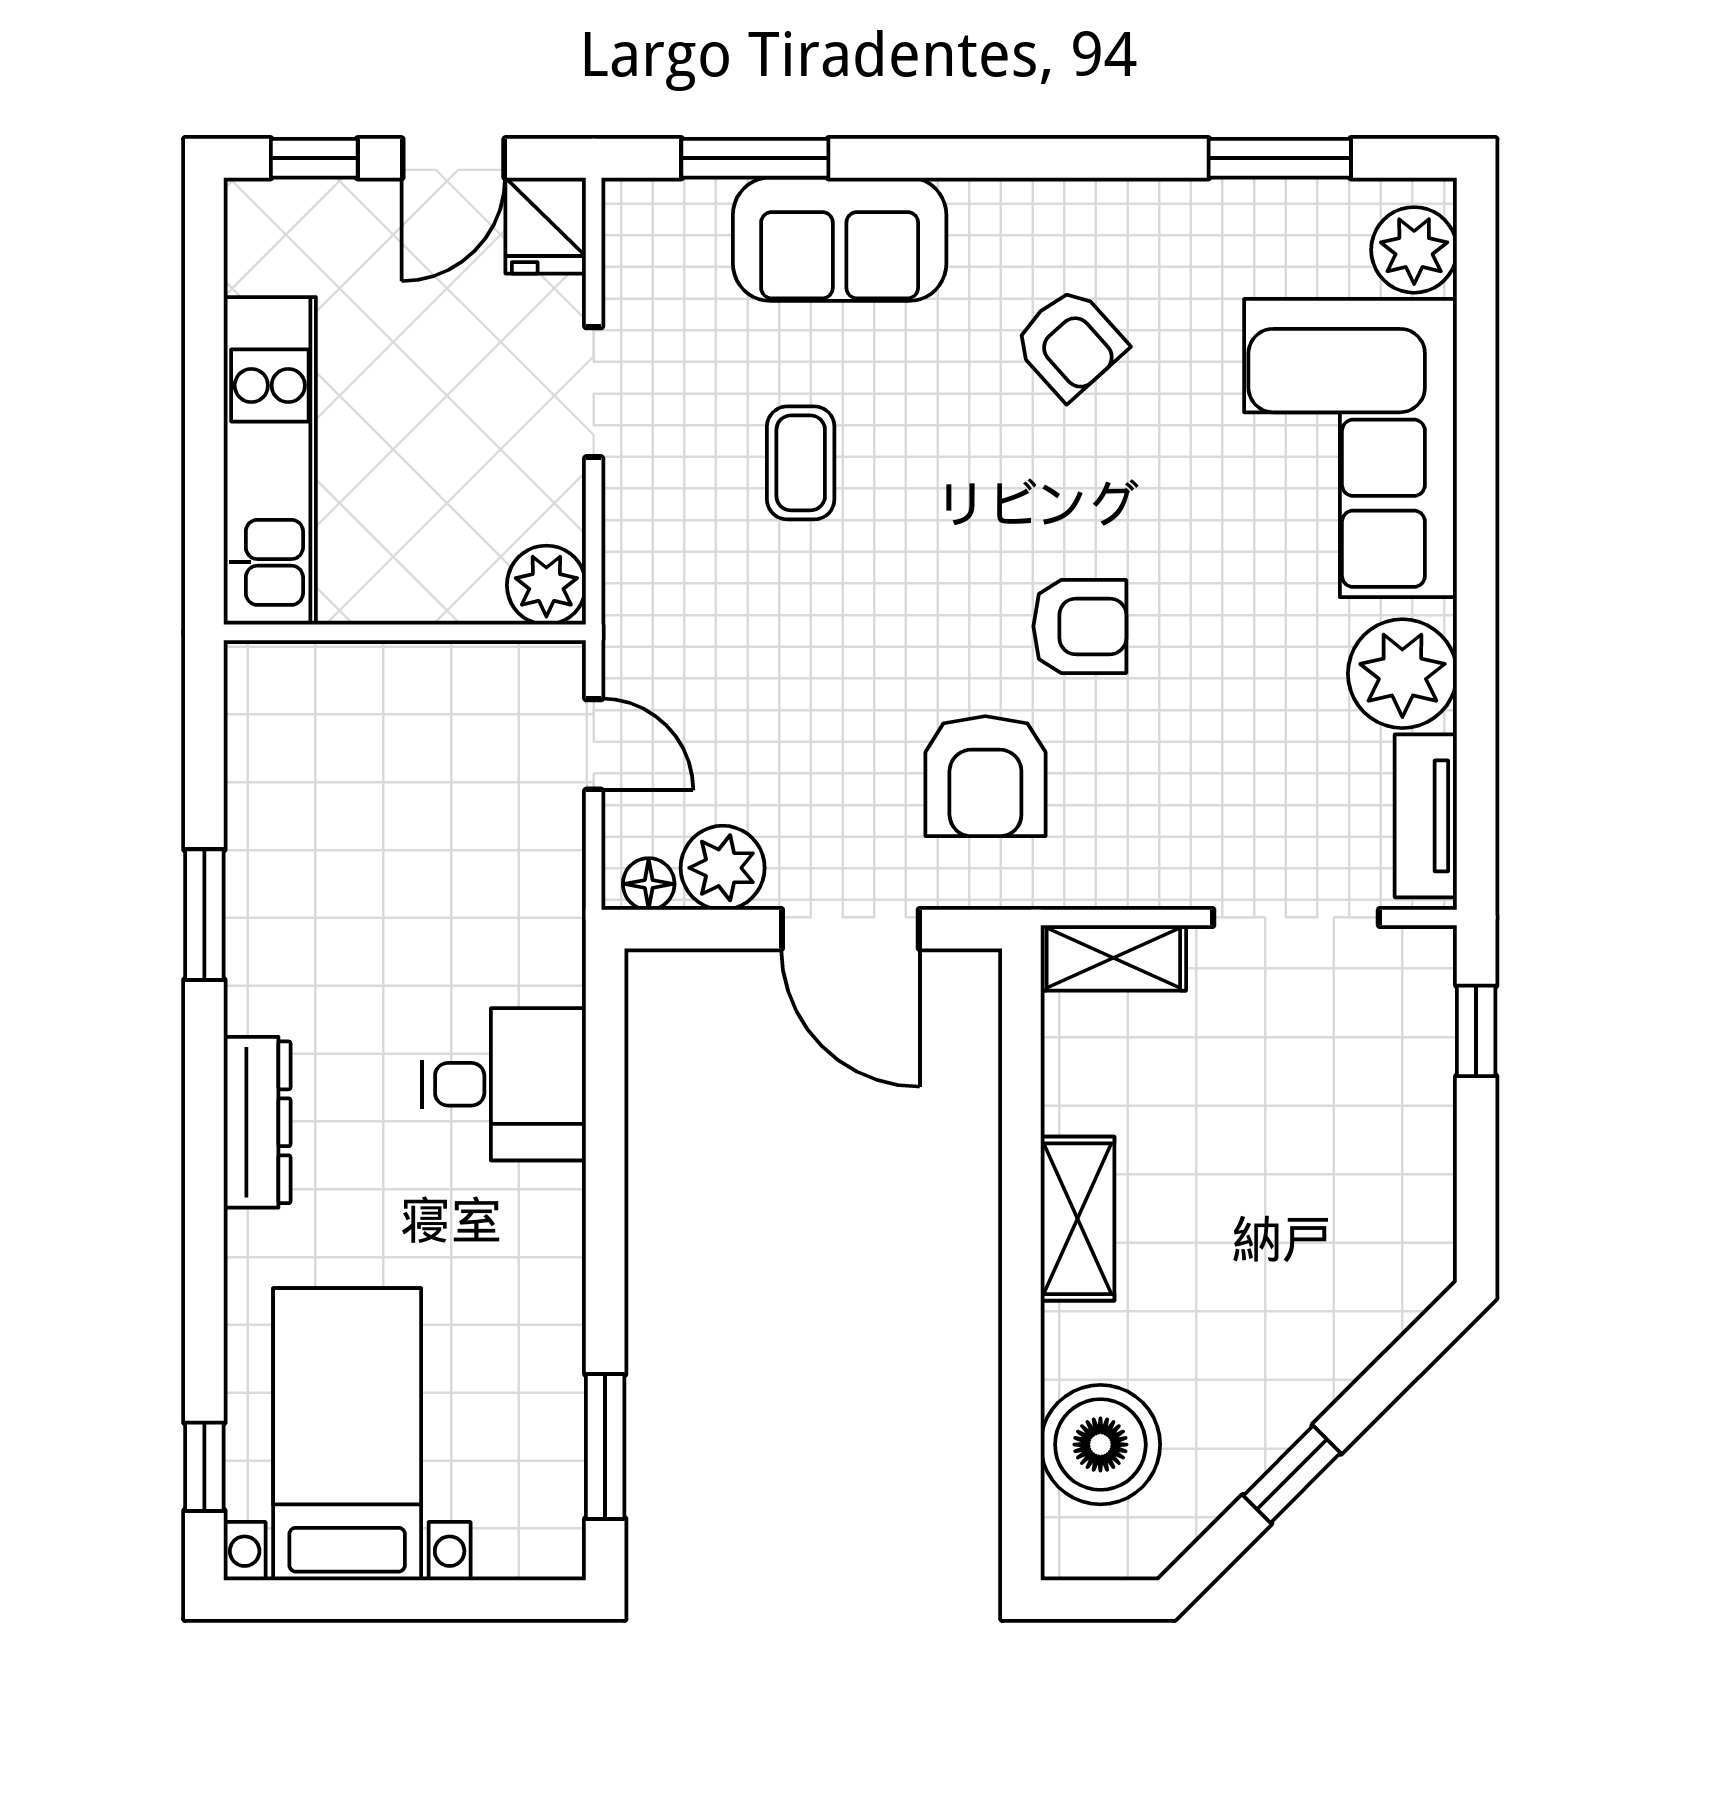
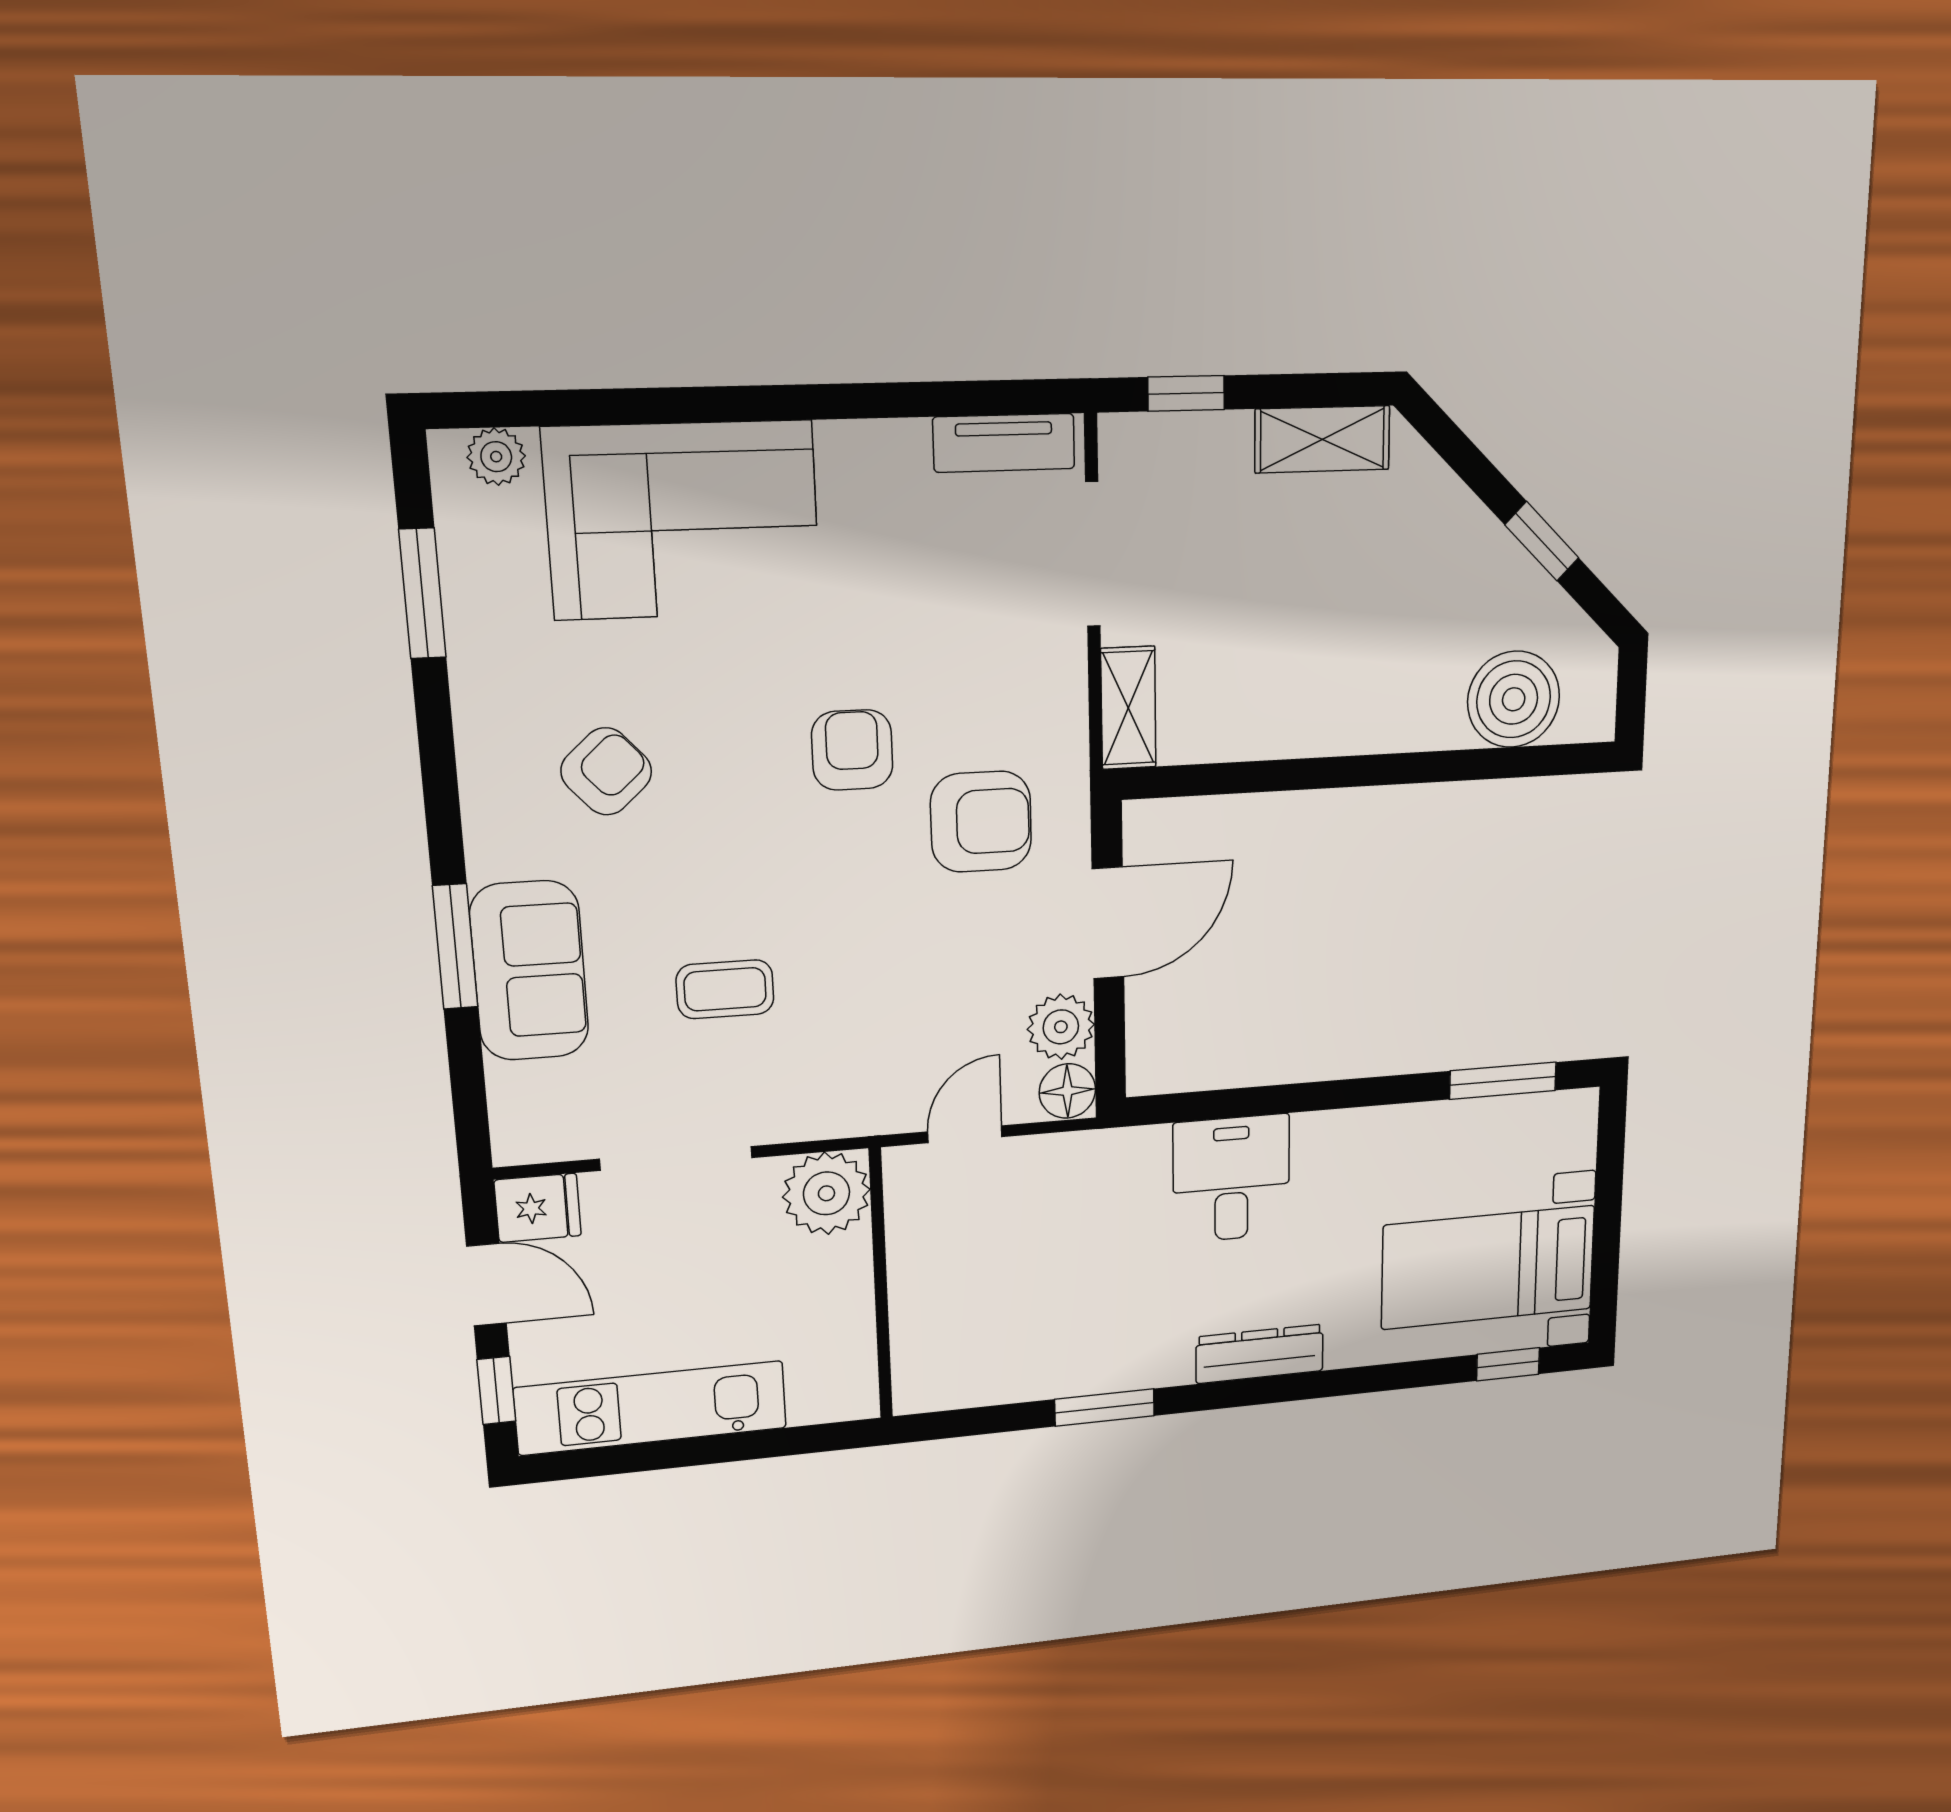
window: (755, 158) -> (455, 947), moved
plant: (1414, 250) -> (496, 457), width x0.73, depth x0.73
doorway: (594, 392) -> (676, 1158), width x1.38
kitchen unit: (270, 461) -> (651, 1408), moved
plant: (546, 585) -> (826, 1193), width x1.36, depth x1.36
plant: (1402, 674) -> (881, 467), removed
floor lamp: (649, 884) -> (1067, 1091), width x1.37, depth x1.37
shelving: (1078, 1219) -> (1322, 439), moved

